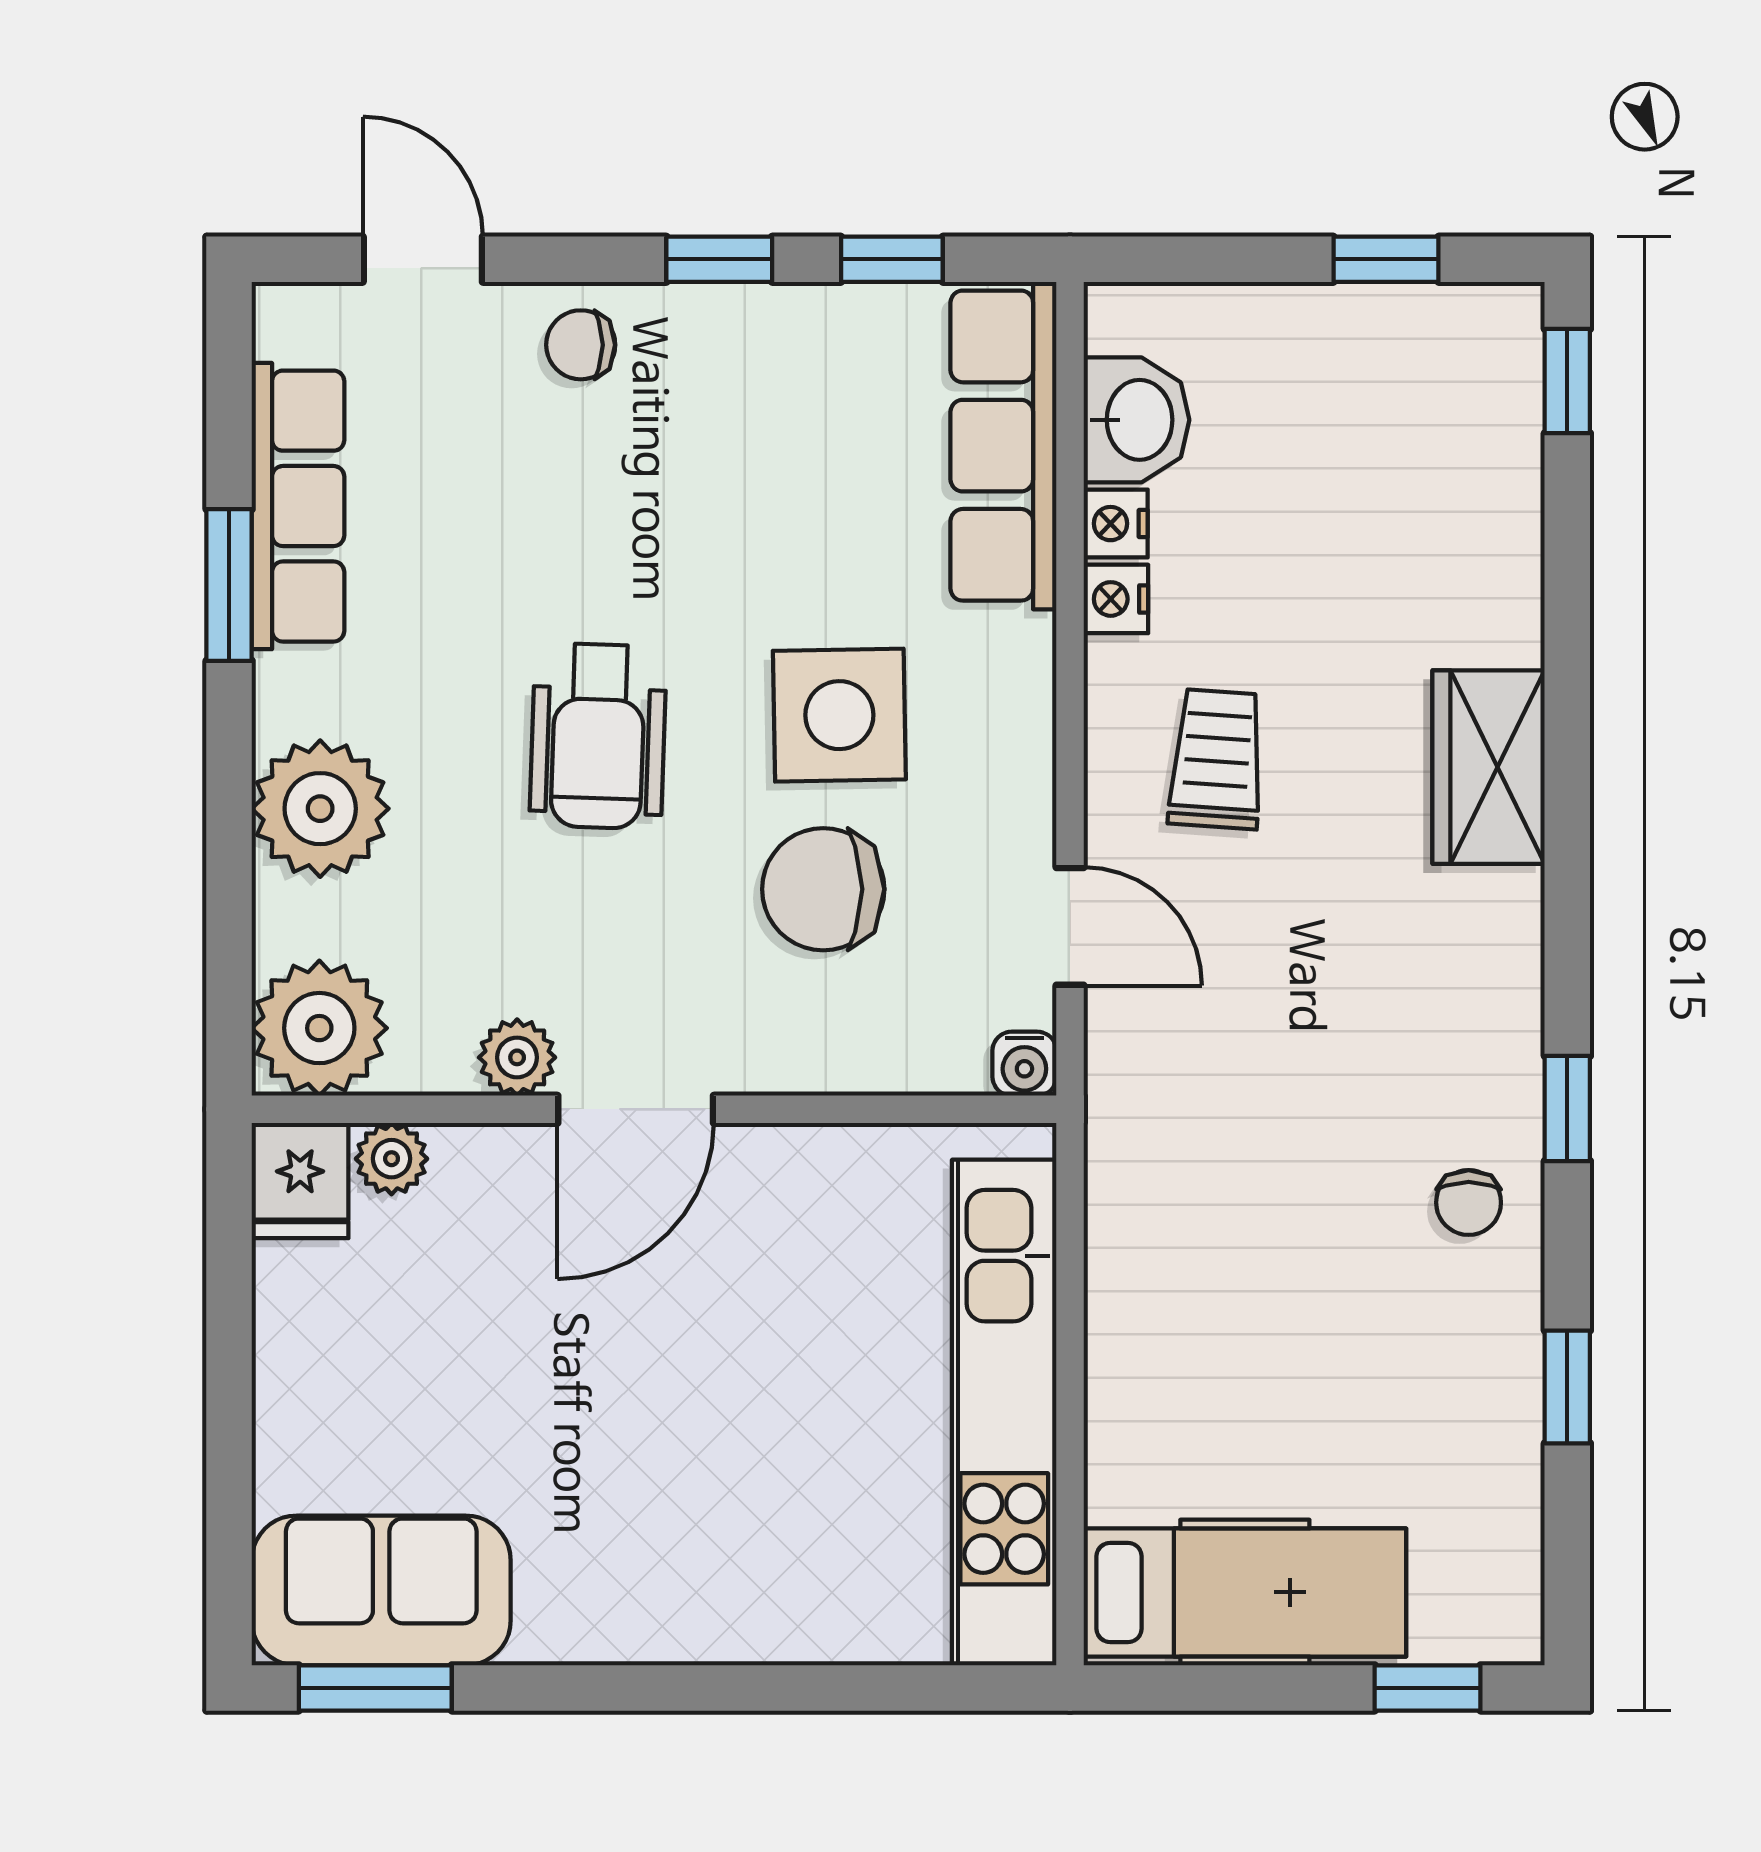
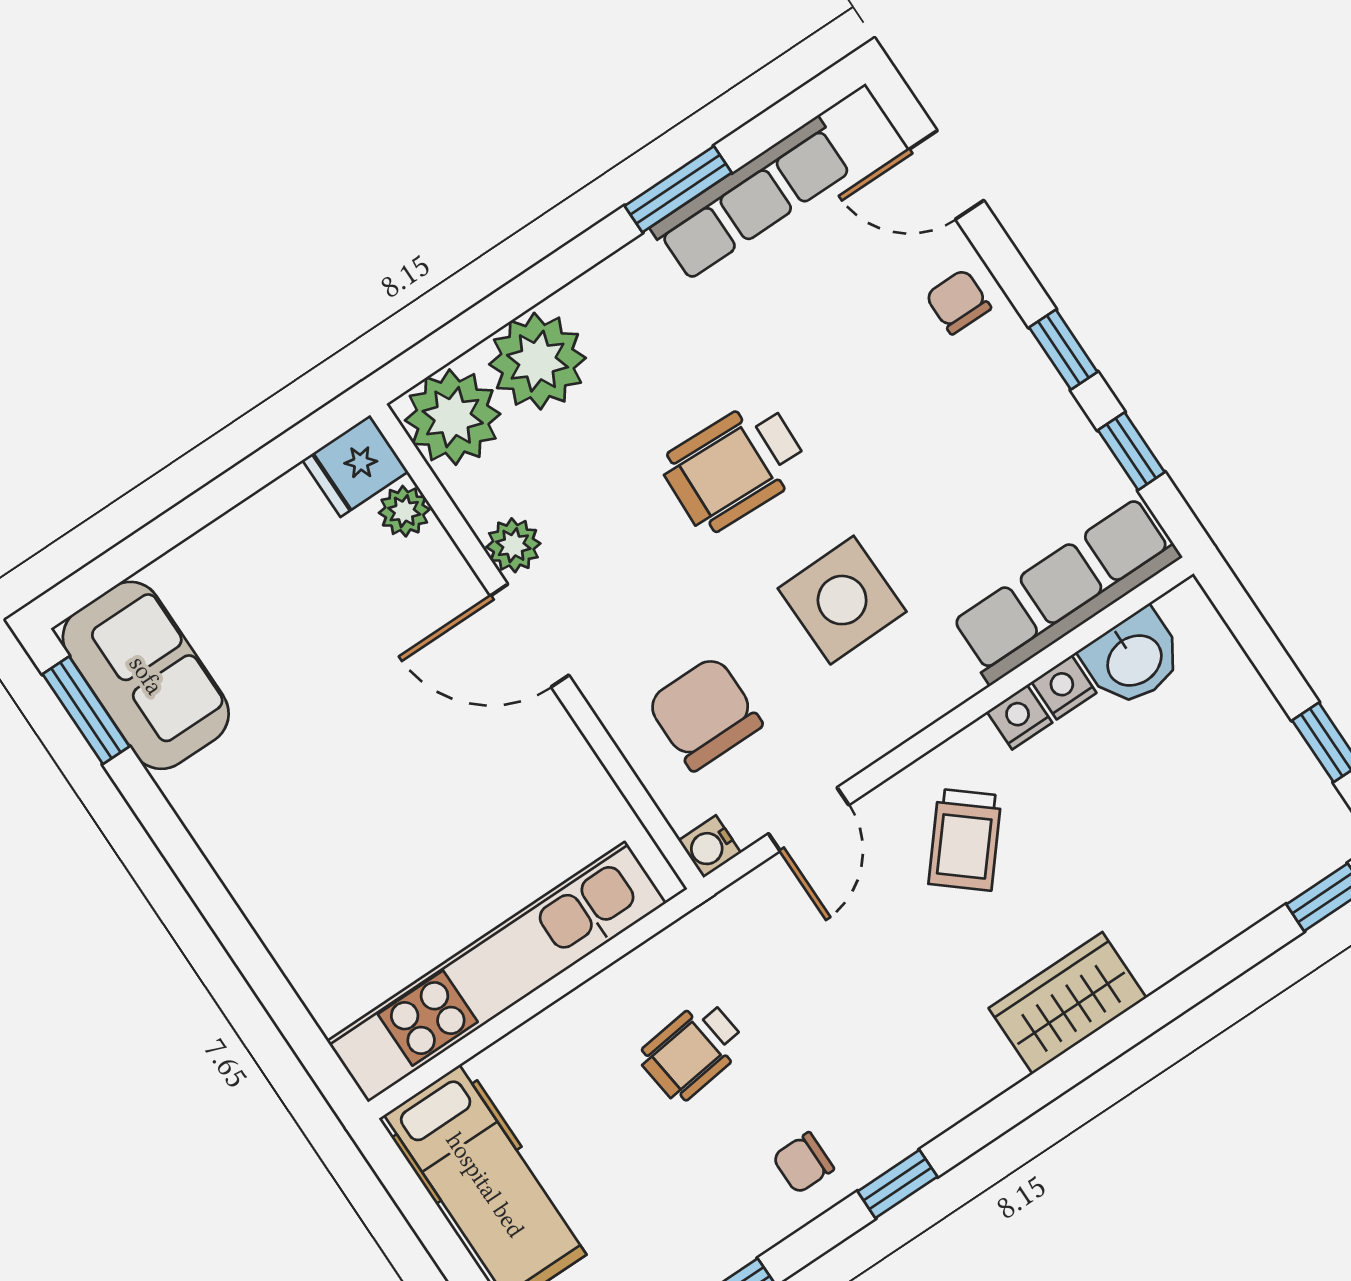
door: (423, 259) -> (946, 175), swing flipped
trolley: (1217, 759) -> (965, 840), turned 126
plant: (320, 809) -> (537, 361), moved
chair: (823, 889) -> (704, 713), moved
wheelchair: (1250, 1245) -> (692, 1051), added

